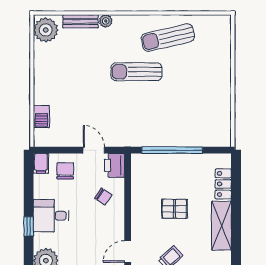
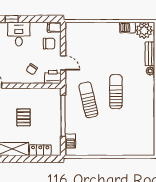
sun lounger: (168, 37) -> (88, 100), moved
barbecue: (41, 117) -> (127, 28), moved
barbecue: (209, 139) -> (70, 141), added
door: (94, 150) -> (63, 63), hinge flipped

